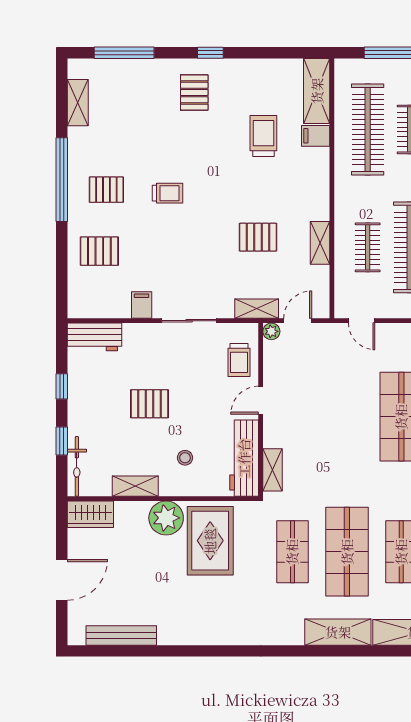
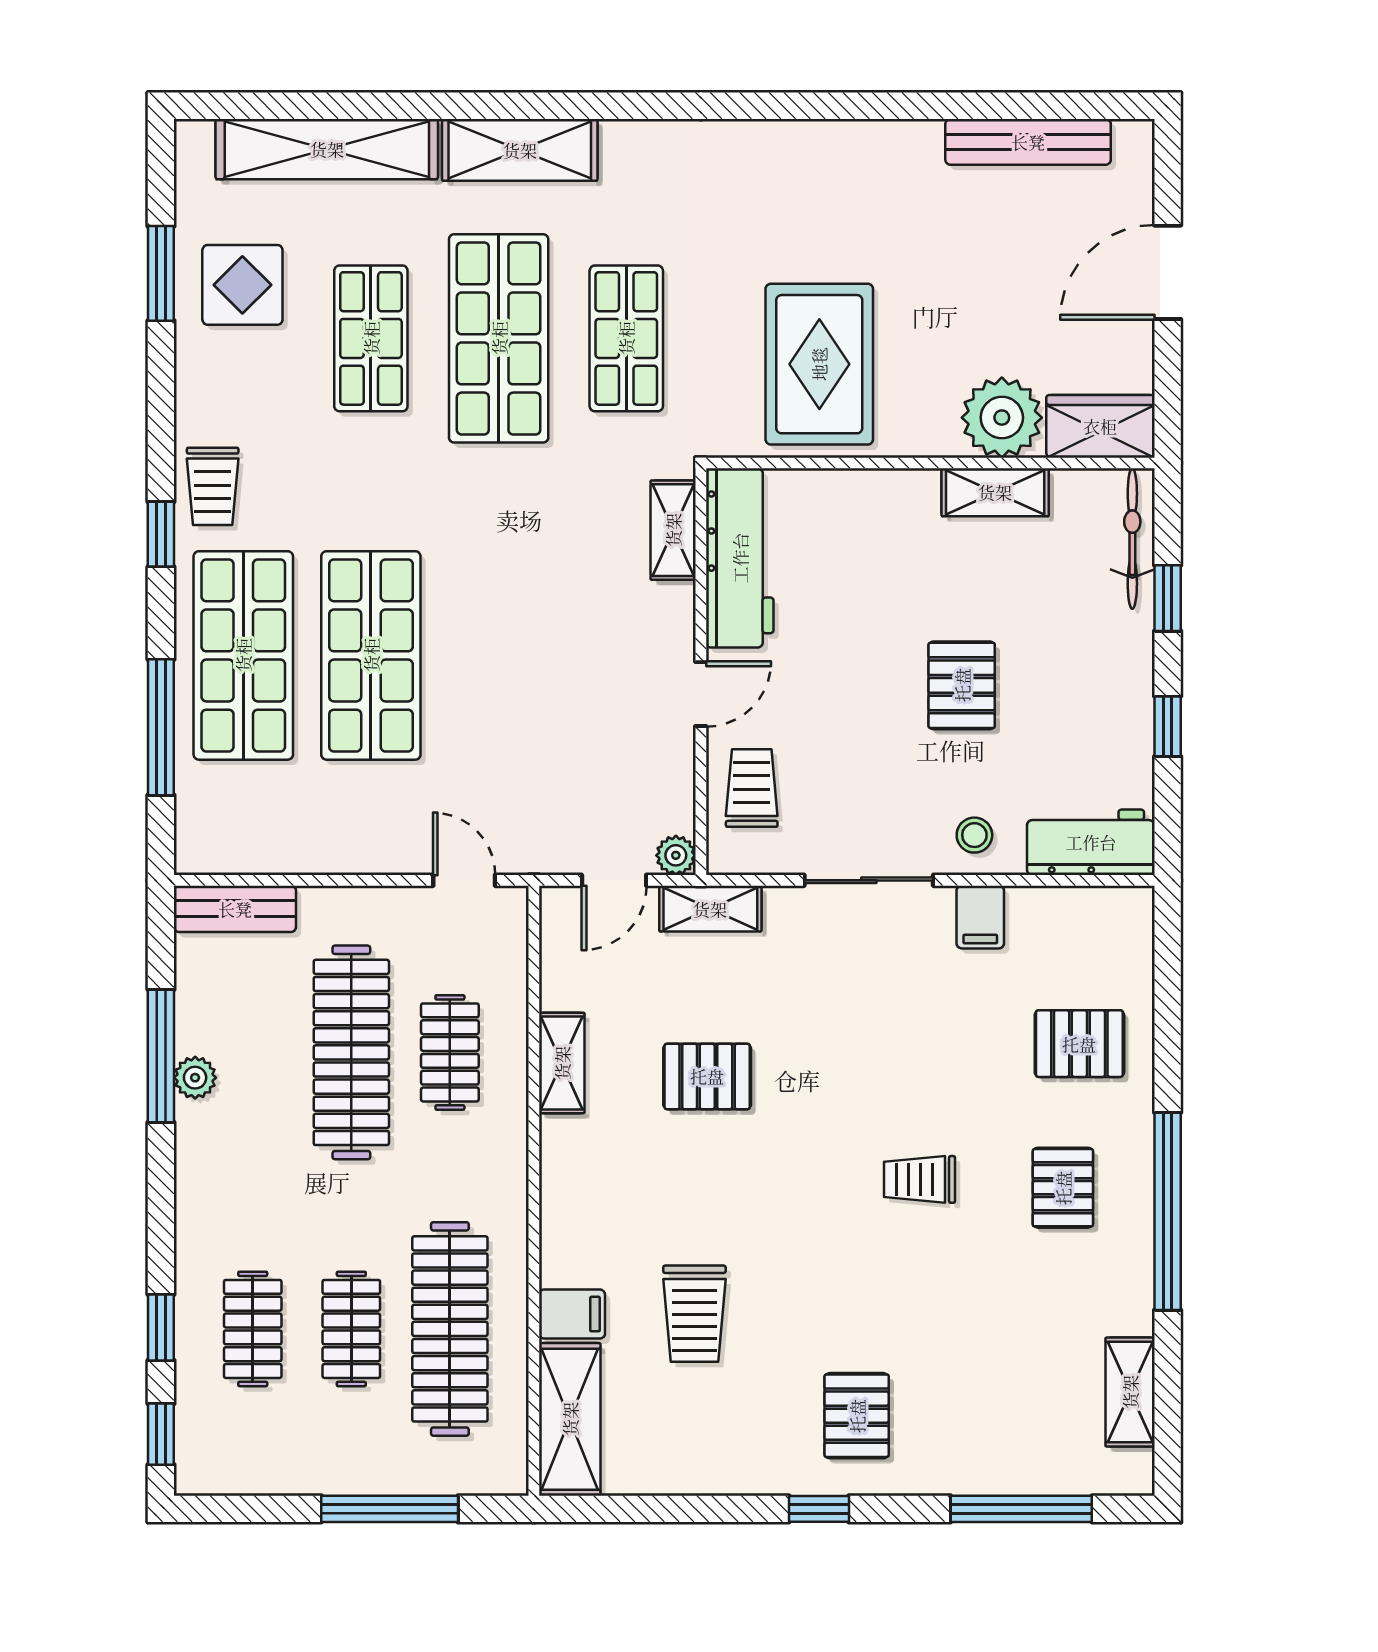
pallet: (106, 190) -> (1063, 1188), turned 90
pallet: (150, 404) -> (962, 685), turned 90
stool: (185, 458) -> (974, 835), moved
plant: (166, 518) -> (1002, 418), moved

